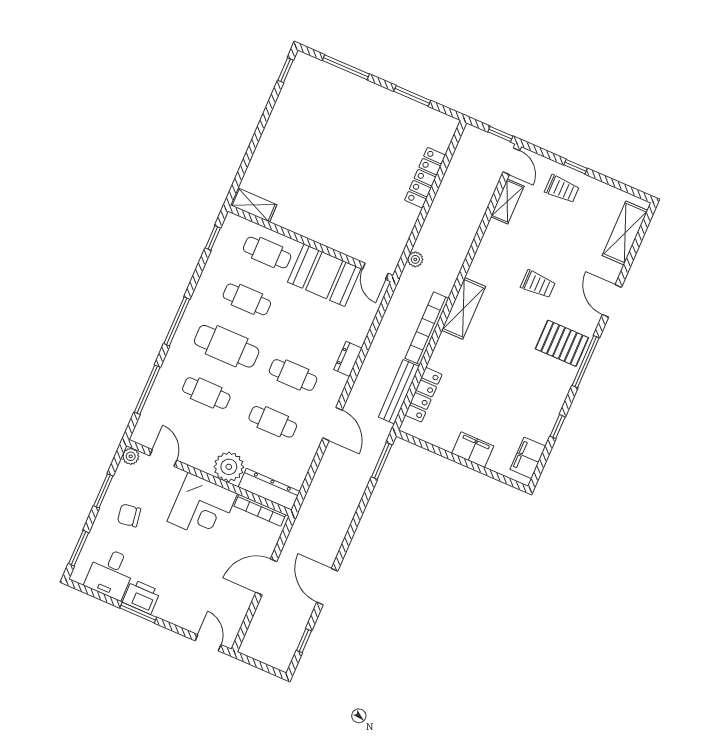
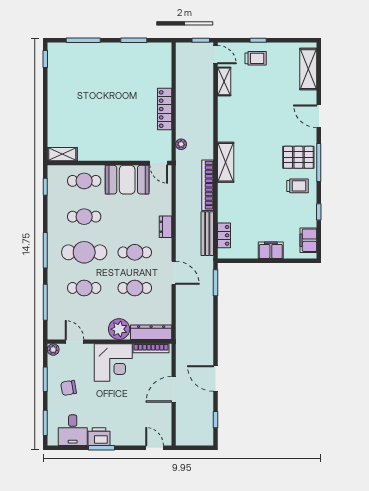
locker: (425, 178) -> (165, 109), moved
trolley: (538, 284) -> (298, 186), moved
locker: (423, 395) -> (224, 235), width x0.66

